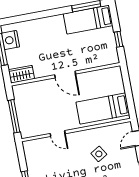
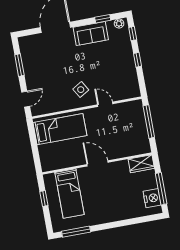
bed: (88, 20) -> (70, 194), moved, turned 90
side table: (99, 154) -> (81, 90), moved

